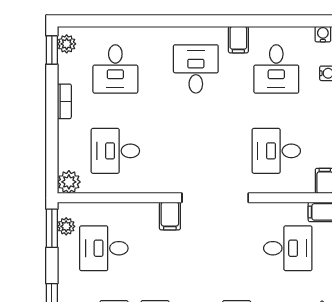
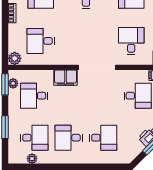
desk: (276, 151) -> (131, 41), turned 90
filing cabinet: (170, 216) -> (66, 78), width x2.00

